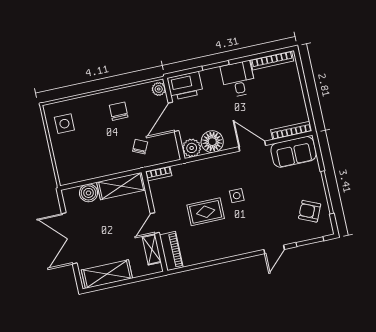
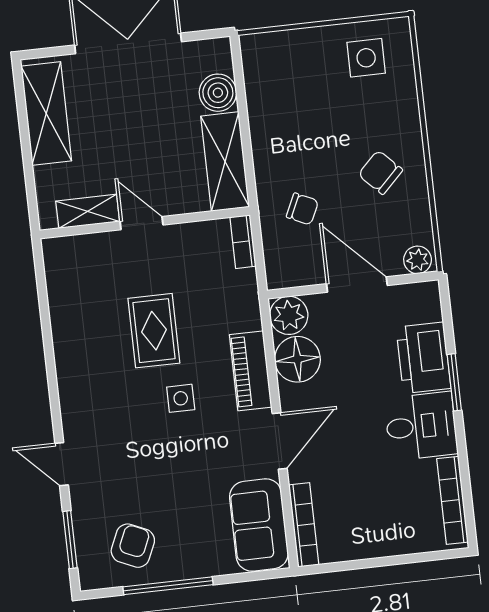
printer: (185, 86) -> (423, 358), moved
chair: (119, 111) -> (380, 172), turned -135
piano: (171, 251) -> (251, 371), moved, turned 90

